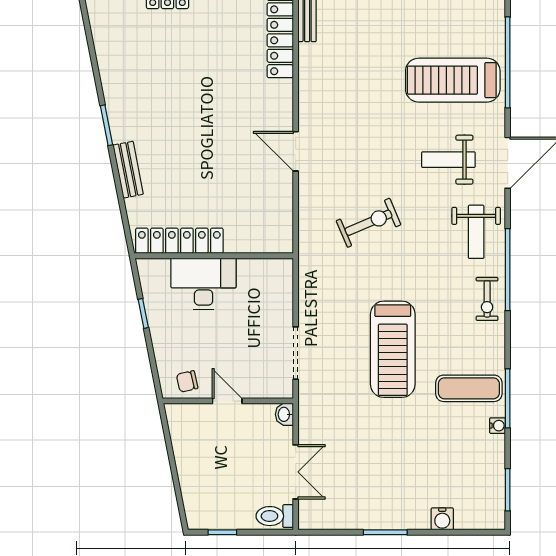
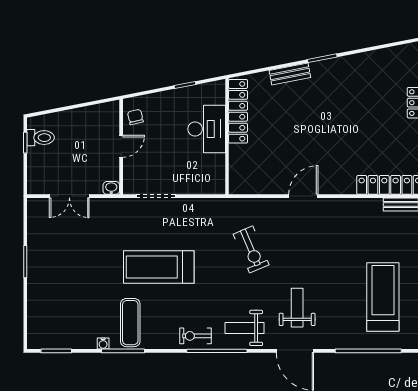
treadmill: (453, 80) -> (383, 297), moved
toilet: (275, 516) -> (41, 138), moved, turned 90
water cooler: (442, 519) -> (35, 303), removed

